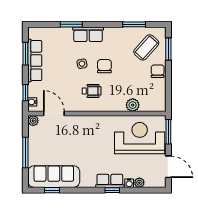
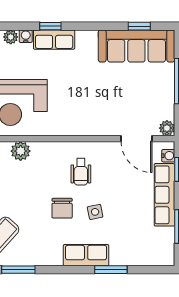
row of seats: (35, 61) -> (164, 195), moved
wheelchair: (92, 91) -> (81, 172), turned -90

